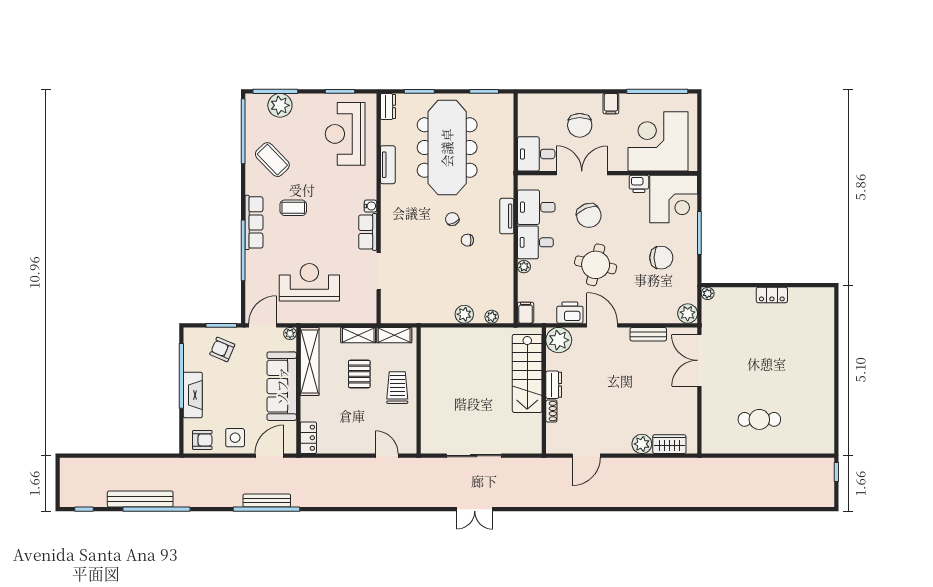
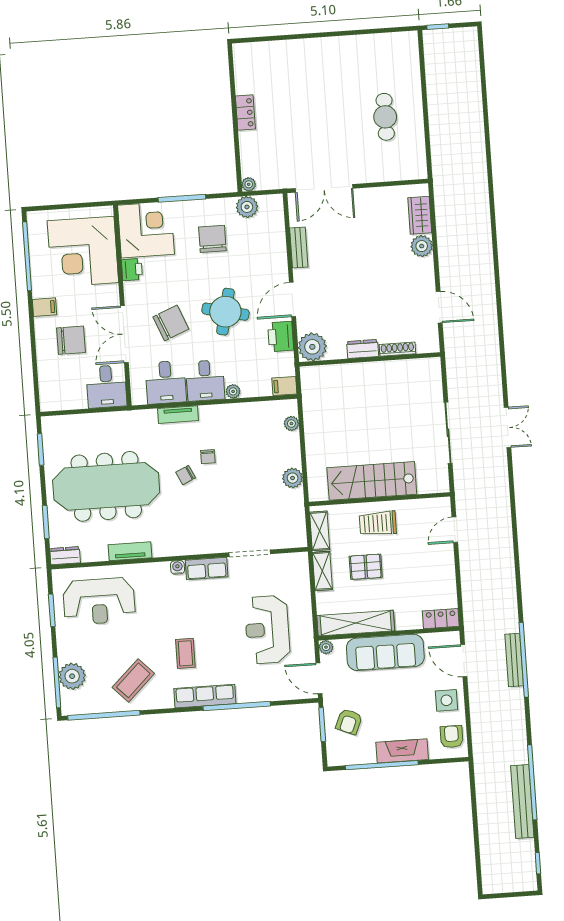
plant: (464, 314) -> (293, 478), moved
plant: (688, 314) -> (247, 207), moved
stairs: (527, 373) -> (372, 481), moved, turned 180
shoe rack: (551, 411) -> (397, 349), width x1.43

